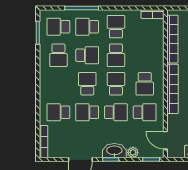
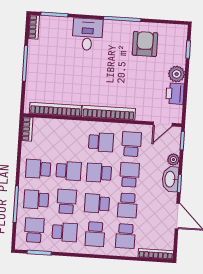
school desk: (58, 27) -> (34, 230), turned 180
school desk: (87, 27) -> (36, 200), turned 90
school desk: (58, 84) -> (95, 234), added

